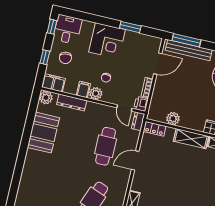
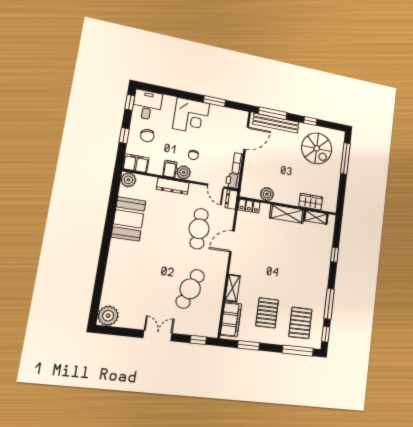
dresser: (72, 102) -> (173, 186), moved

